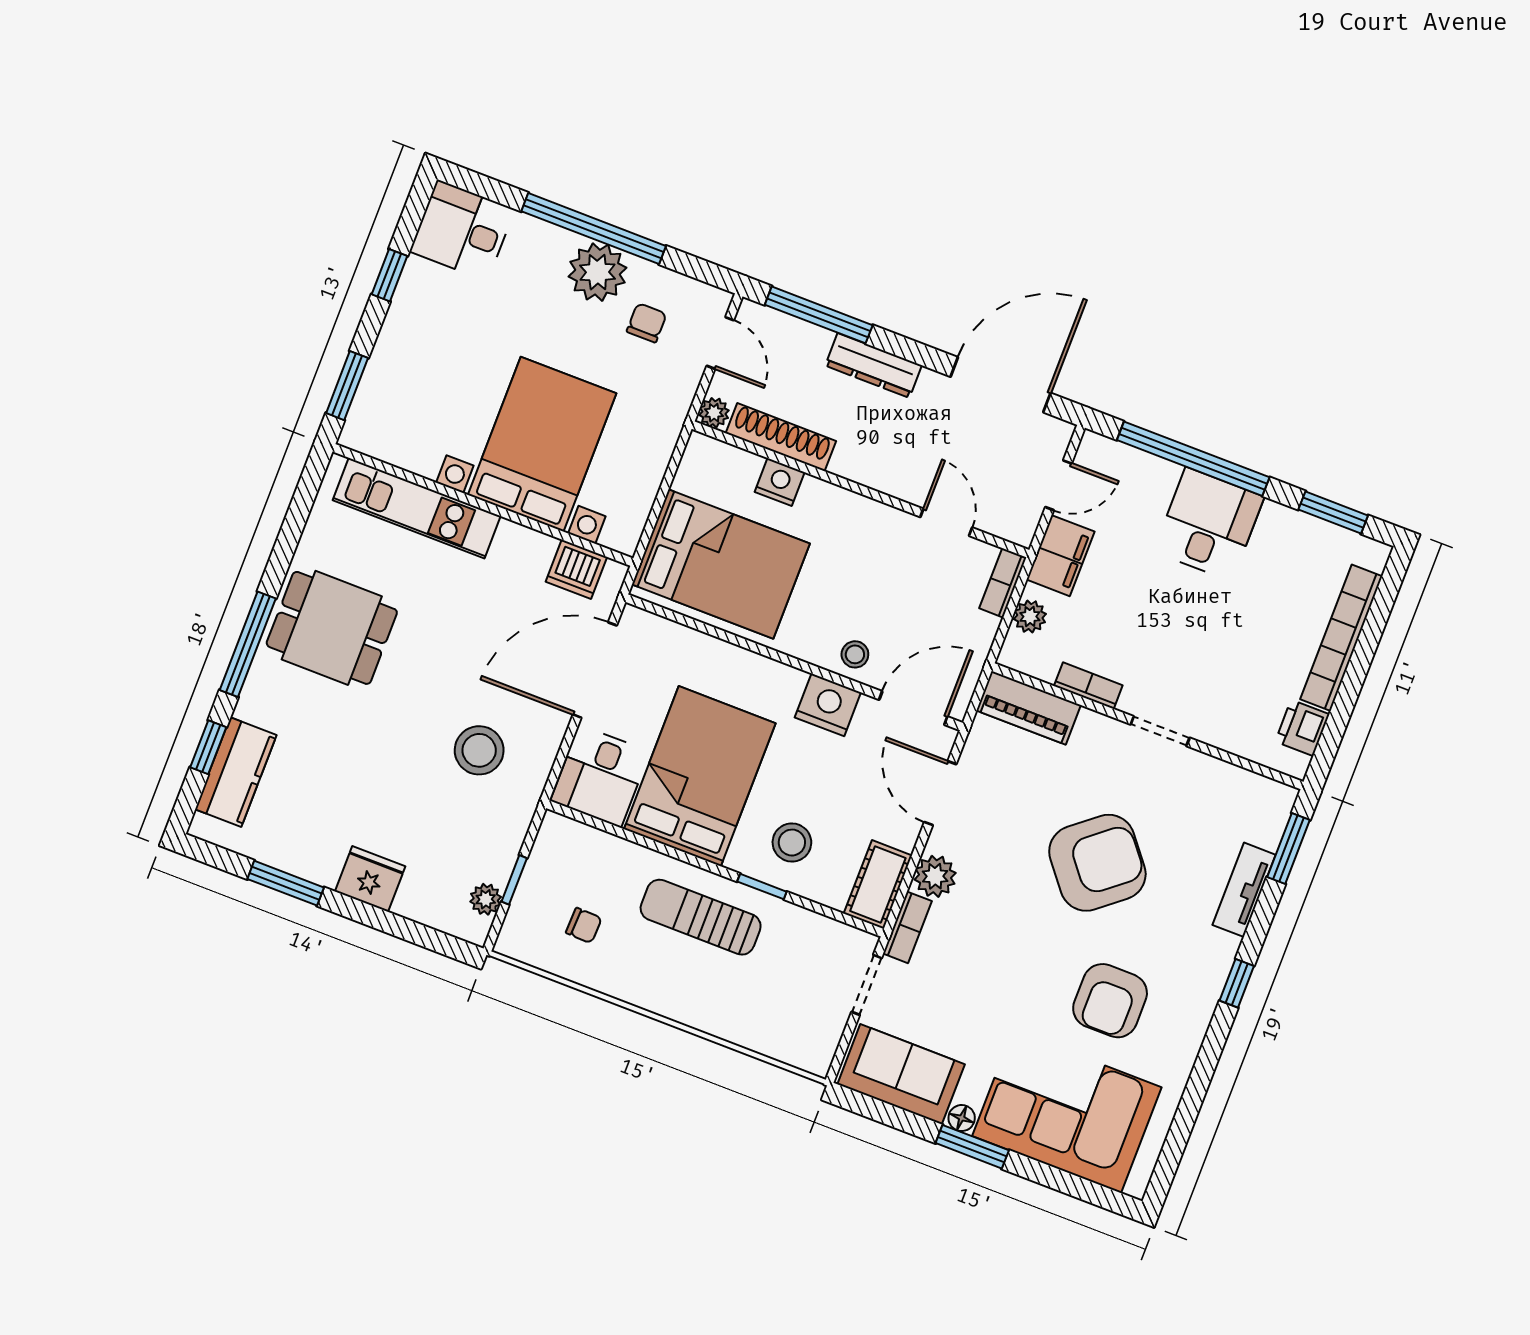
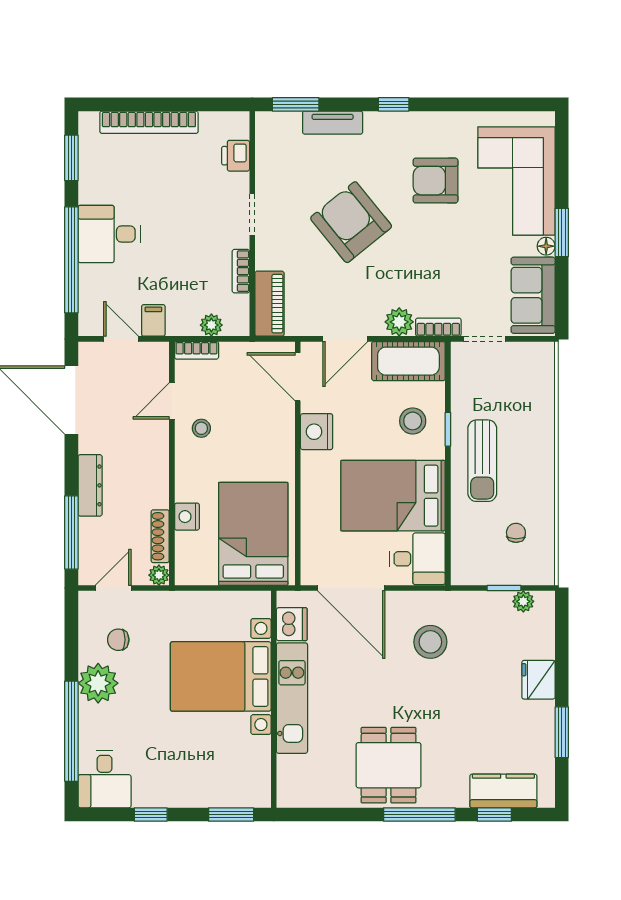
window: (594, 229) -> (71, 731), moved
shoe rack: (781, 437) -> (160, 536), width x0.74, depth x0.81
kitchen unit: (417, 508) -> (292, 698), moved
filing cabinet: (1060, 556) -> (153, 320), width x0.50
stool: (855, 654) -> (201, 428), moved
printer: (1302, 728) -> (236, 156), moved, turned 90
cot: (878, 885) -> (408, 361), width x1.37, depth x1.34
armchair: (1110, 1001) -> (436, 181), turned 180

